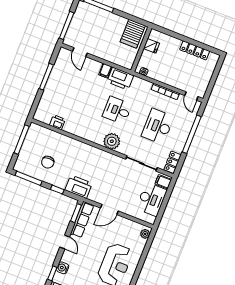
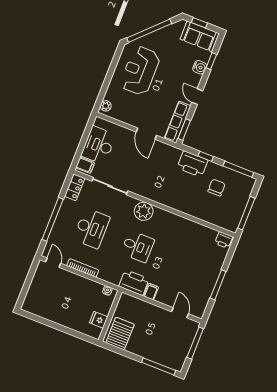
locker: (195, 50) -> (49, 315), removed
printer: (57, 122) -> (224, 240), moved
printer: (79, 187) -> (192, 164), moved
door: (109, 210) -> (146, 134), swing flipped

